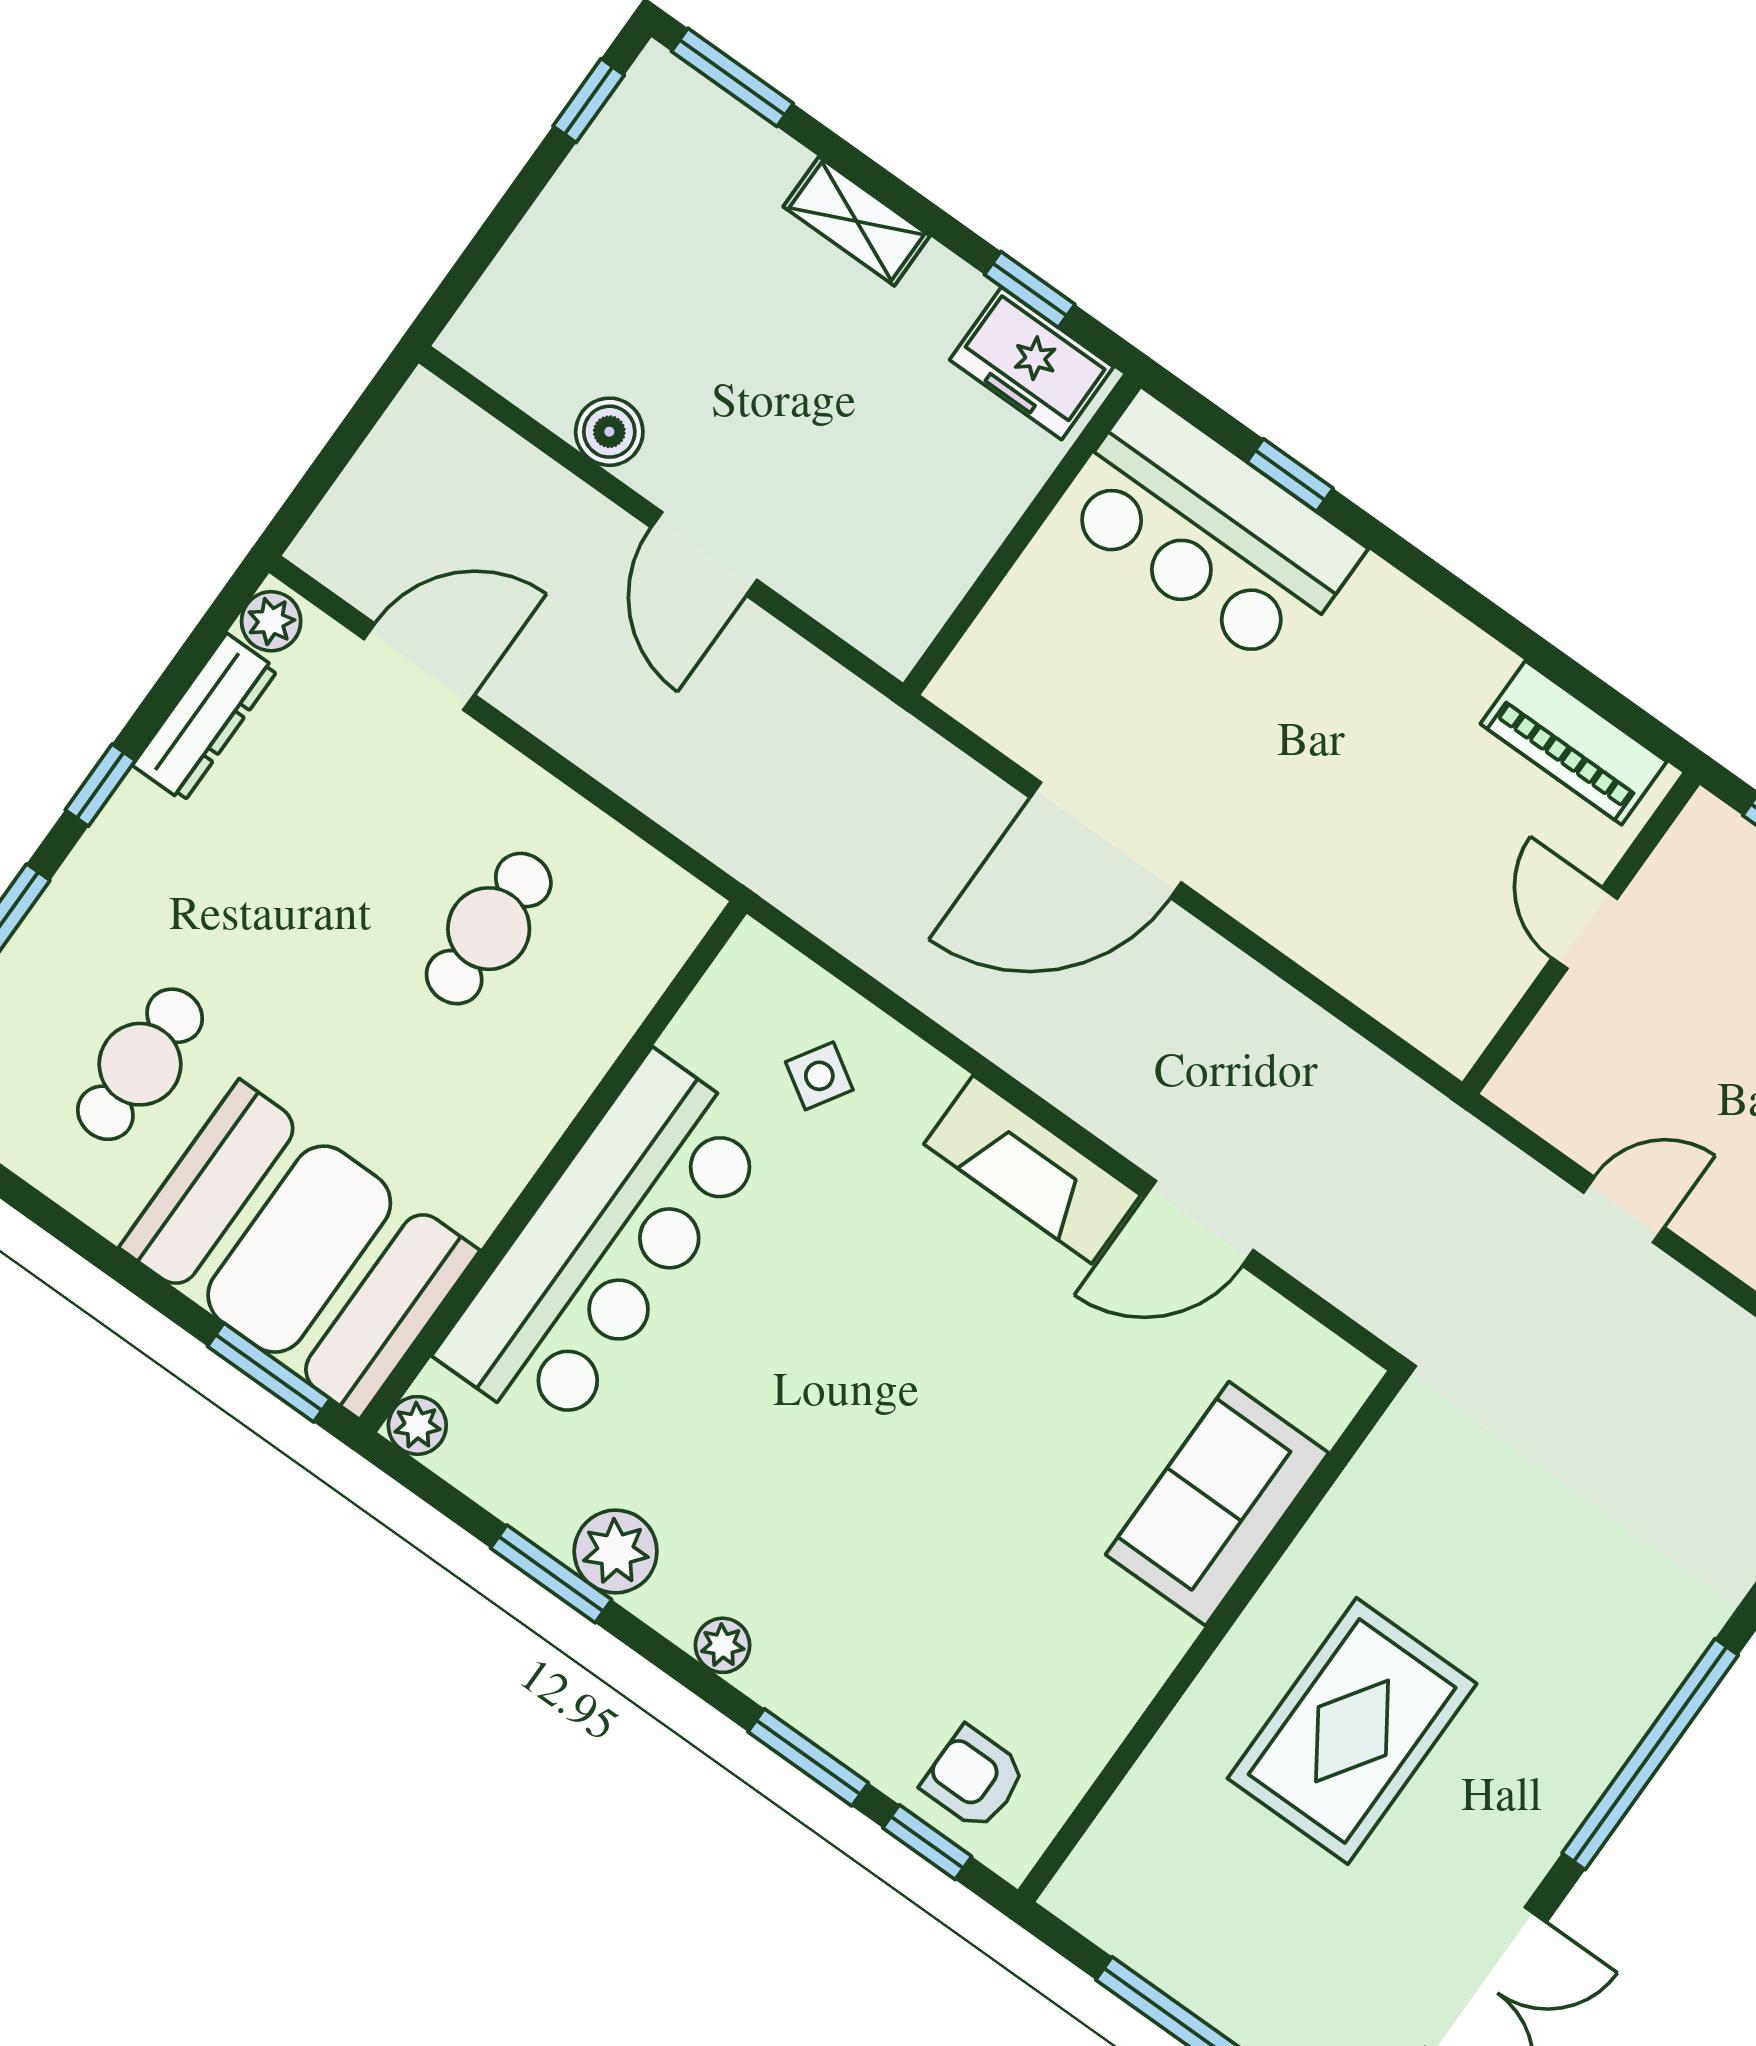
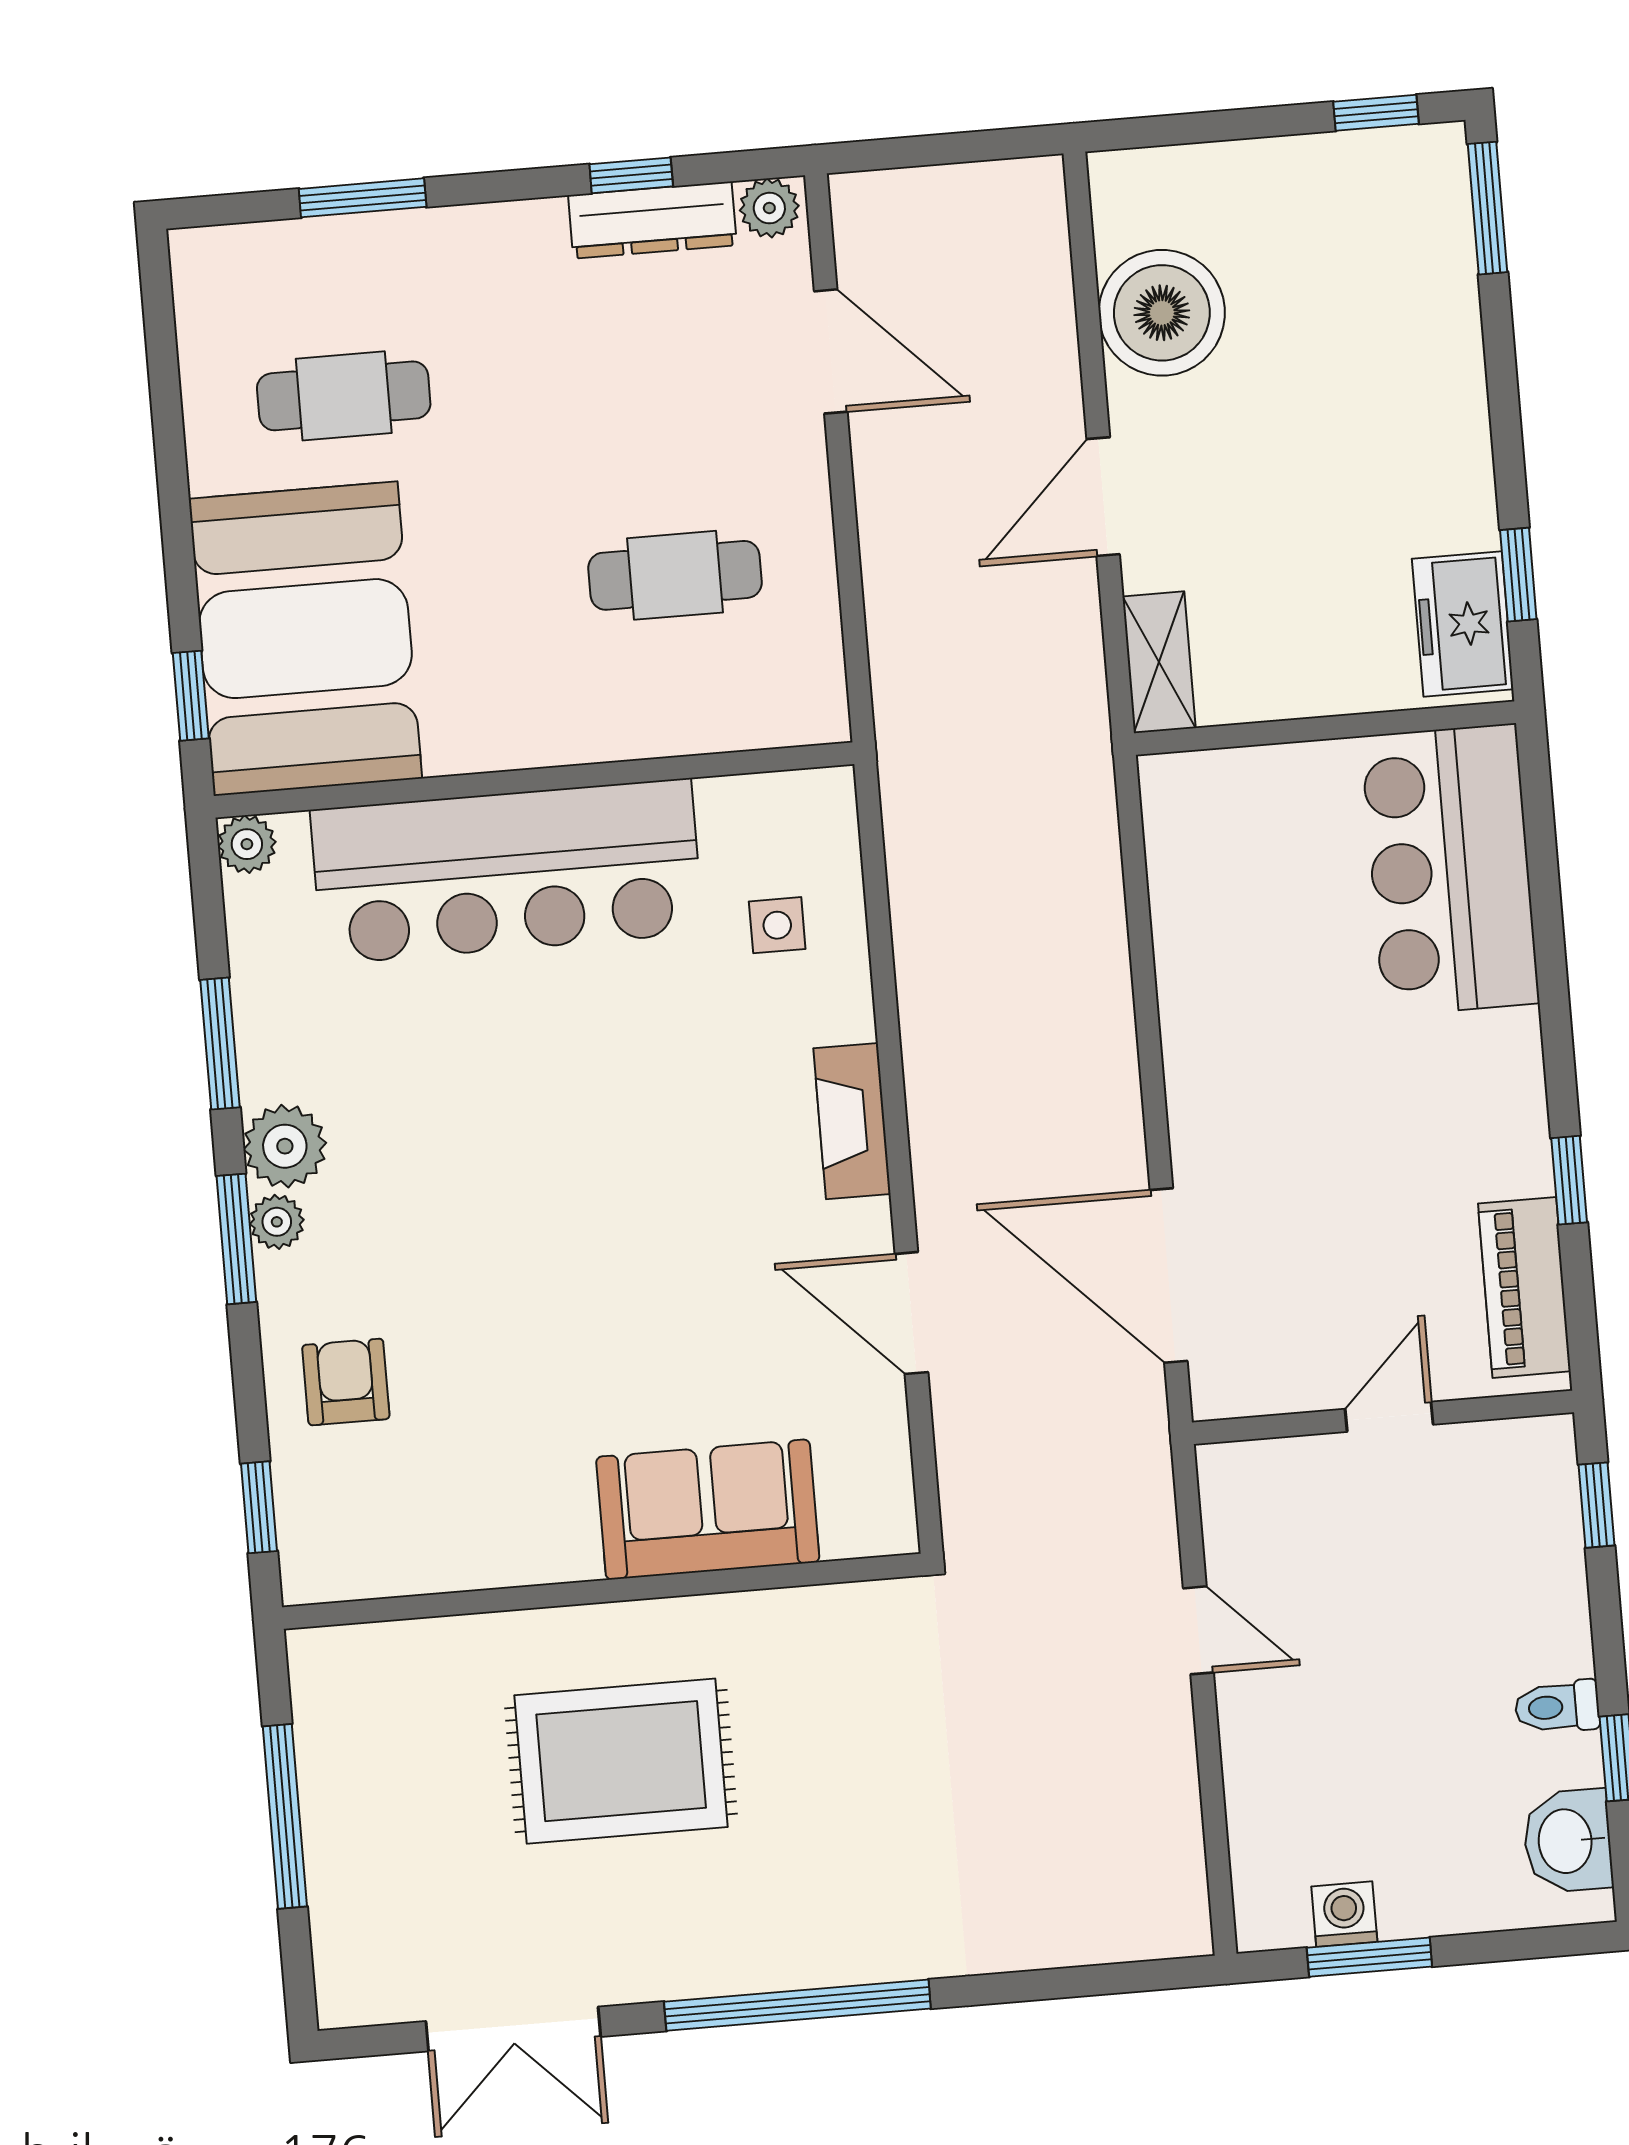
shelving: (857, 221) -> (1159, 662), moved
boiler: (609, 432) -> (1162, 313), width x1.86, depth x1.86
window: (1290, 475) -> (1569, 1180), moved
window: (100, 785) -> (631, 175), moved
door: (1106, 840) -> (1169, 1275), moved
side table: (819, 1076) -> (777, 925), turned -32
fireplace: (1032, 1170) -> (852, 1121), width x0.73, depth x0.76
window: (269, 1373) -> (191, 696), width x0.67
plant: (616, 1552) -> (285, 1146), moved
window: (808, 1757) -> (236, 1239), moved
armchair: (974, 1778) -> (346, 1382), moved

